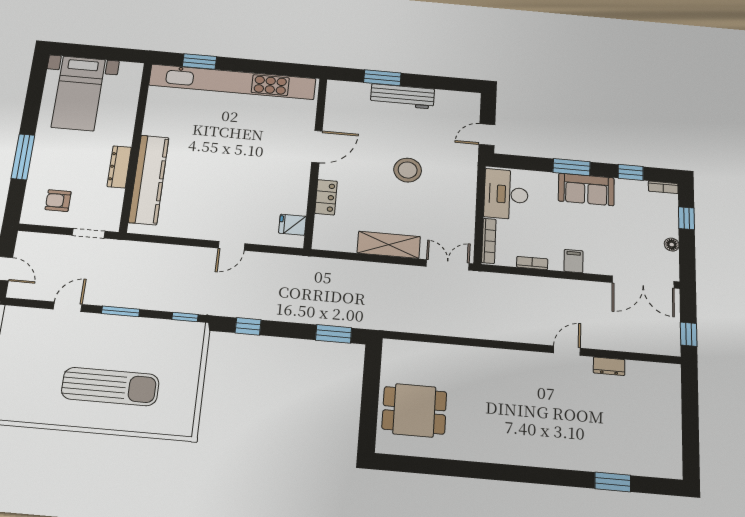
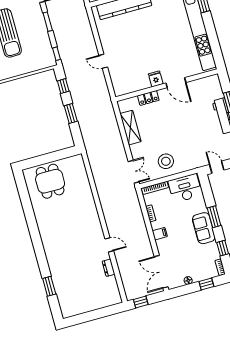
stool: (408, 170) -> (166, 161), moved
fridge: (293, 225) -> (156, 79), moved
shelving: (389, 245) -> (131, 128), moved
window: (334, 334) -> (71, 113), moved

